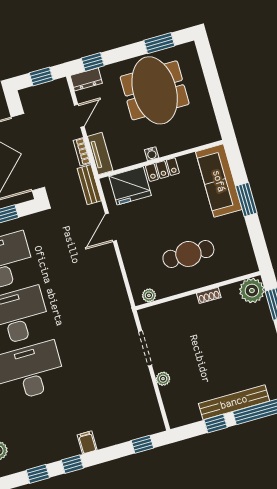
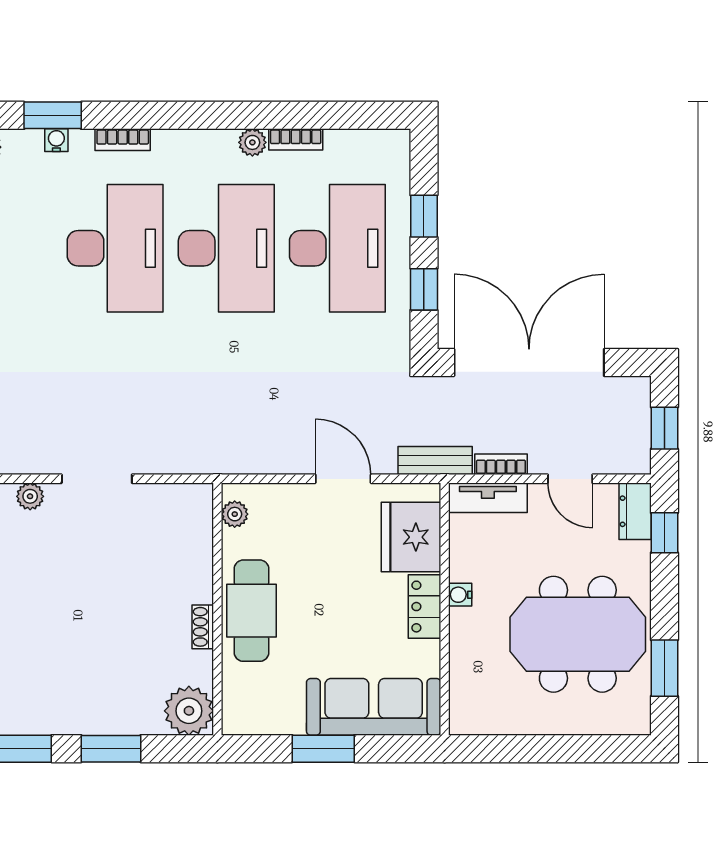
wall: (198, 291) -> (217, 609), moved
plant: (252, 291) -> (189, 711), moved
plant: (149, 295) -> (235, 514), moved
shoe rack: (209, 295) -> (203, 627), moved

